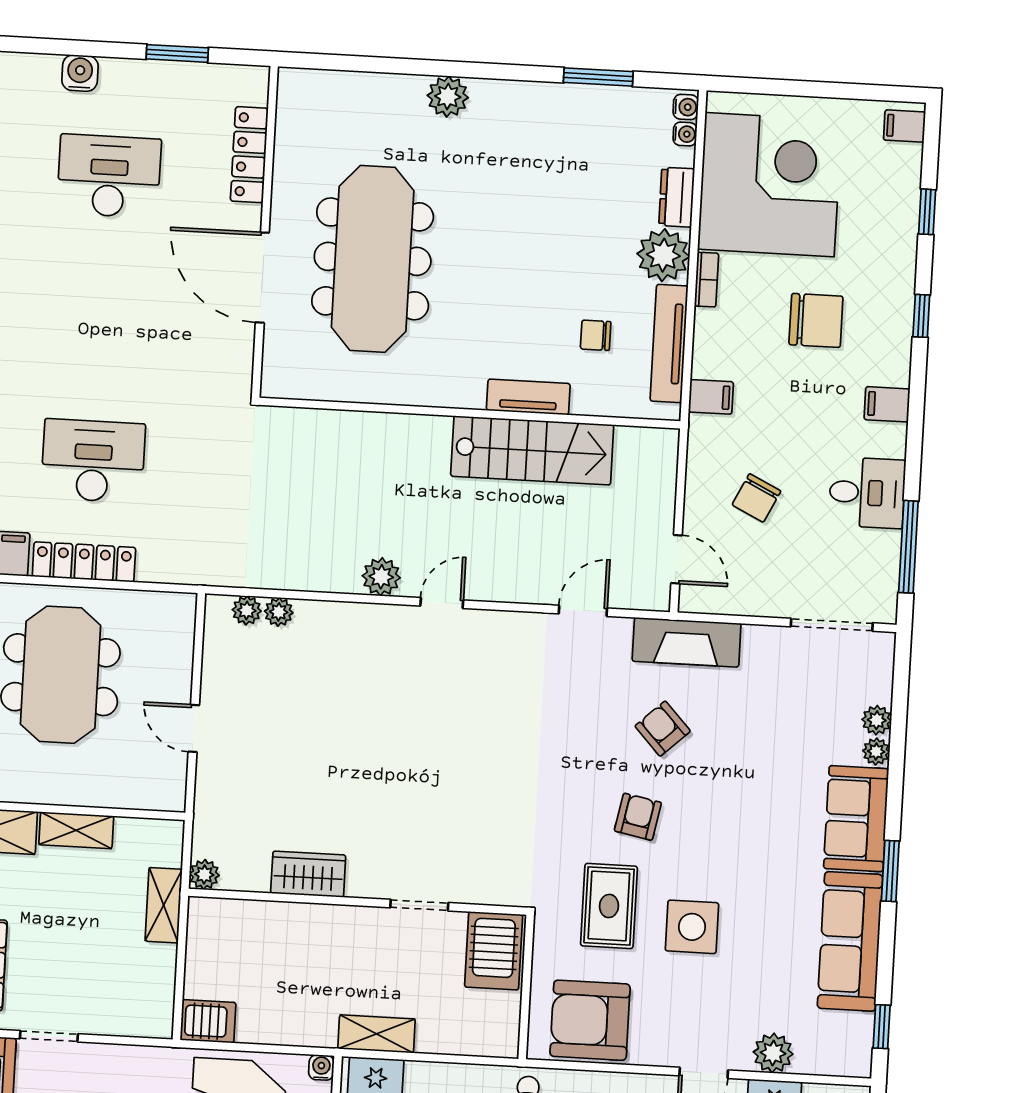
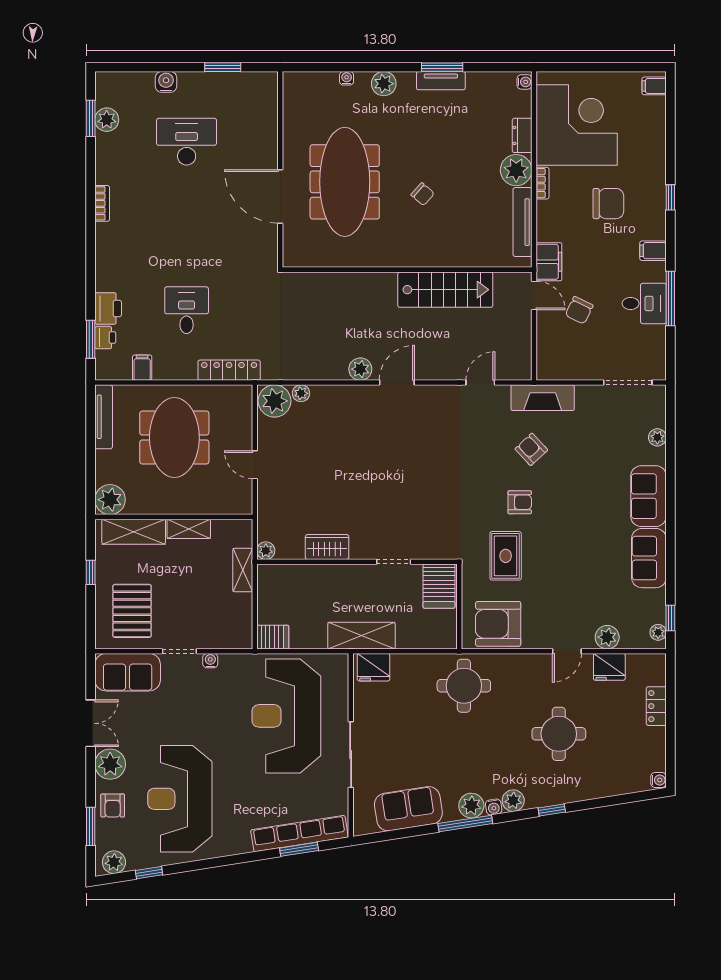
window: (598, 77) -> (442, 67), moved
water cooler: (685, 134) -> (347, 78), moved, turned -90
locker: (249, 155) -> (269, 124), removed
window: (927, 212) -> (670, 136), removed
chair: (596, 335) -> (423, 194), moved, turned -139
tv unit: (528, 397) -> (441, 81), moved, turned 180
filing cabinet: (711, 397) -> (549, 262), width x2.00
desk: (93, 461) -> (187, 310), width x0.73
window: (908, 547) -> (670, 299), moved
door: (677, 559) -> (534, 295), moved
locker: (84, 562) -> (229, 370), moved
door: (442, 603) -> (397, 383), width x1.38
plant: (247, 610) -> (274, 401), width x1.87, depth x1.87
plant: (876, 751) -> (658, 632), moved
armchair: (638, 817) -> (520, 502), turned 79
window: (890, 871) -> (670, 526), removed
side table: (692, 927) -> (555, 565), removed
sofa: (850, 941) -> (649, 558), width x0.73
shelving: (377, 1034) -> (361, 636), width x1.50, depth x1.33
water cooler: (321, 1068) -> (210, 661), moved

